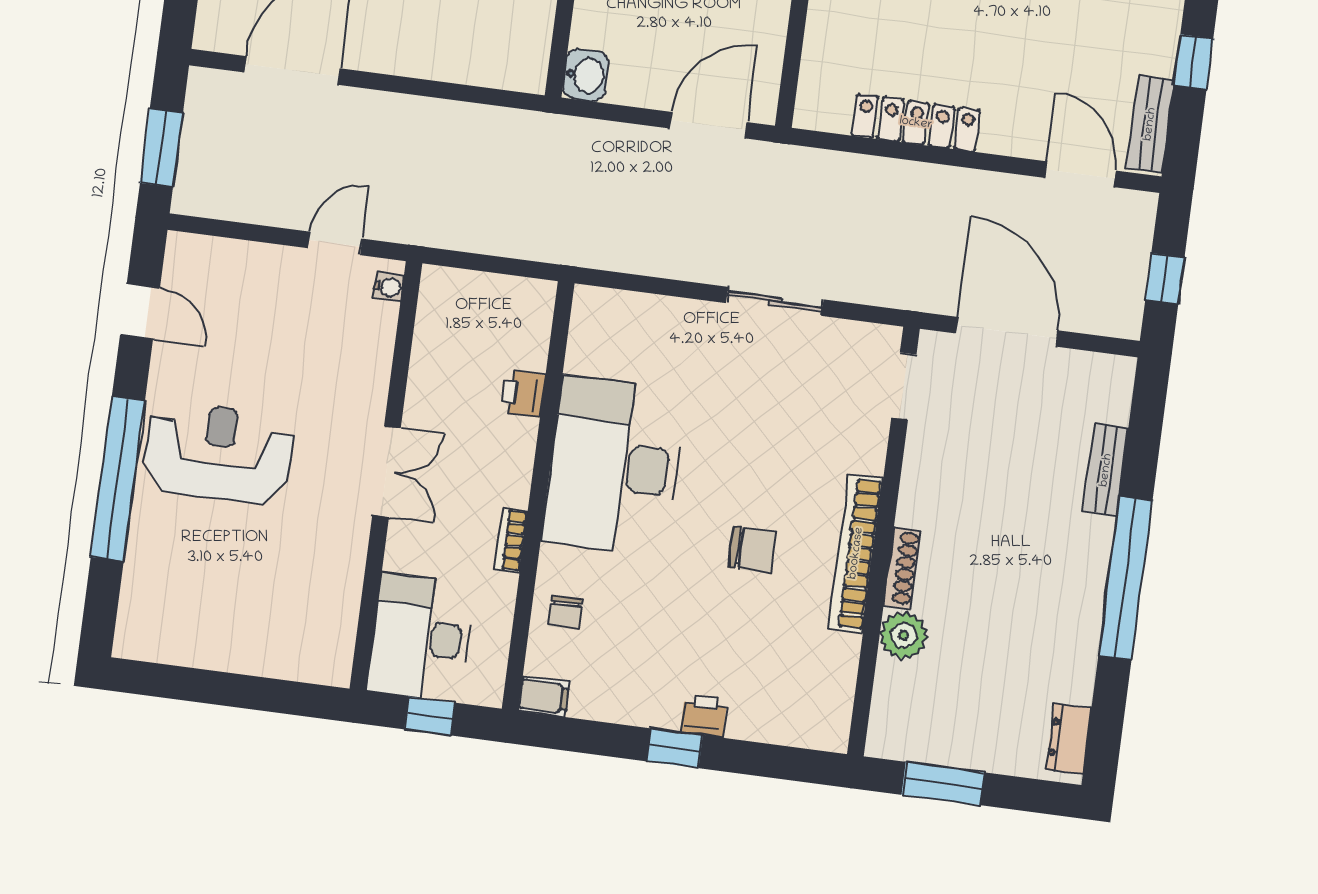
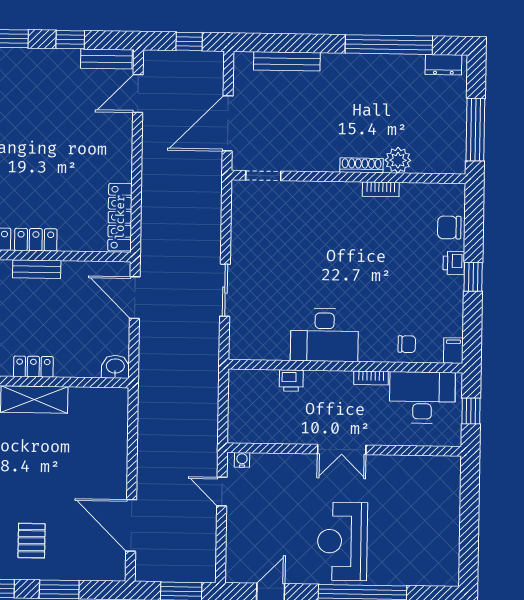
locker: (916, 123) -> (120, 217), moved
sliding door: (775, 301) -> (225, 290), moved
desk: (614, 466) -> (324, 335), width x0.73, depth x0.77
bench: (1106, 470) -> (287, 61), width x1.36
double door: (387, 472) -> (342, 450), swing flipped
chair: (752, 550) -> (449, 227), moved, turned -90
bookcase: (856, 553) -> (381, 189), width x0.43, depth x0.76
window: (1125, 578) -> (389, 45), moved
desk: (421, 638) -> (422, 398), moved, turned 180
window: (943, 784) -> (475, 130), width x1.44

